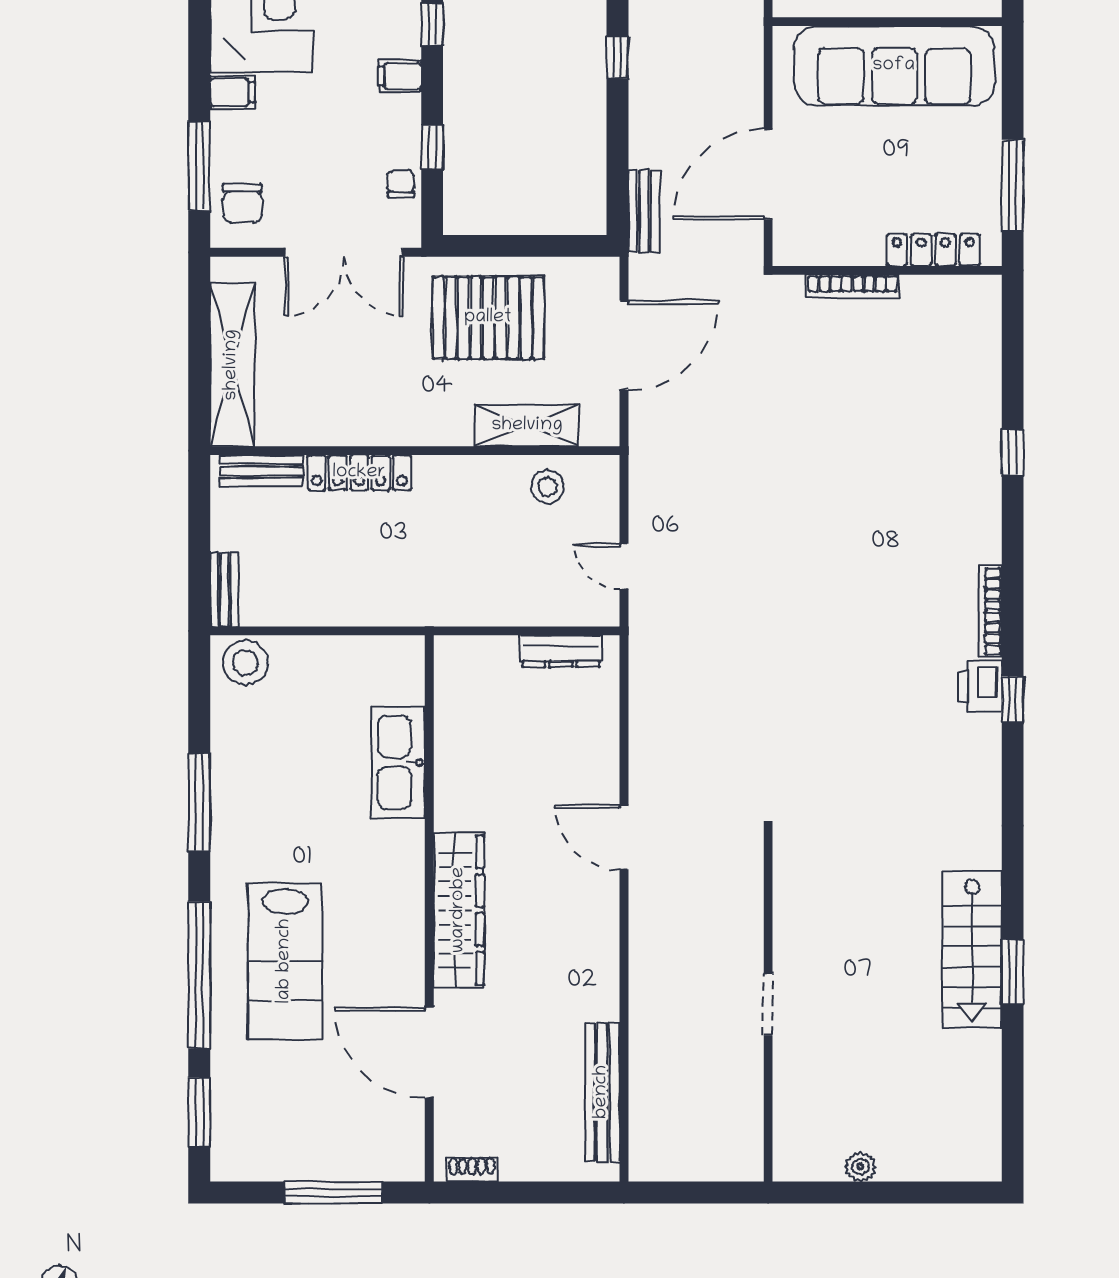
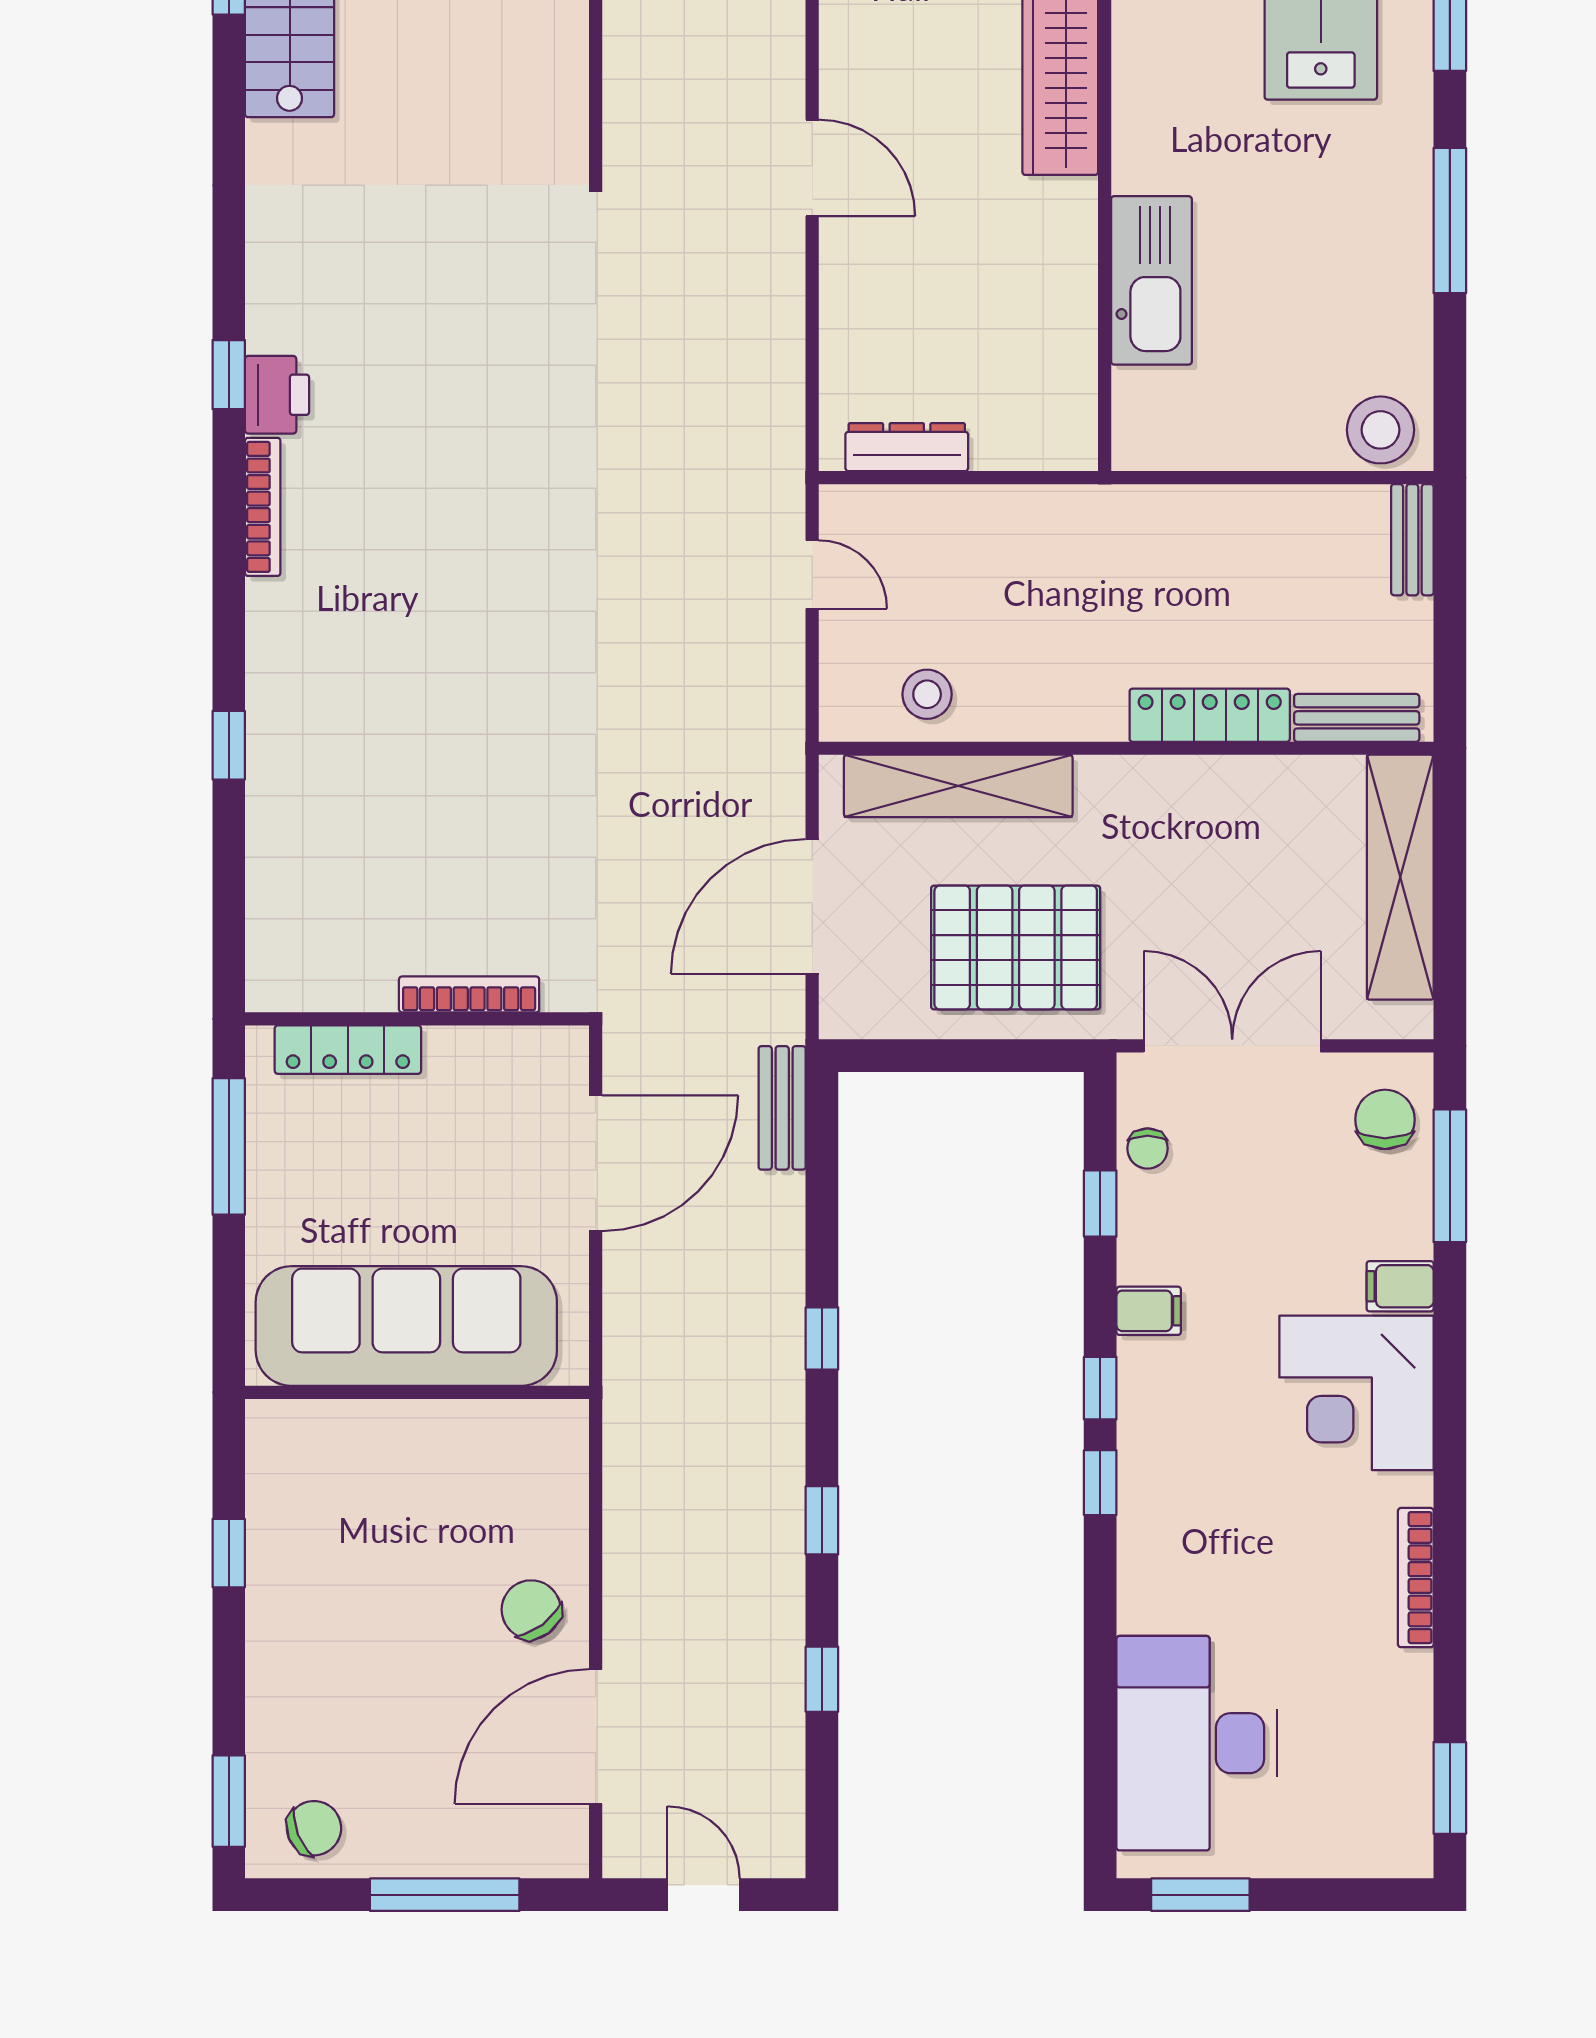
shelving: (527, 426) -> (958, 786), width x1.47

